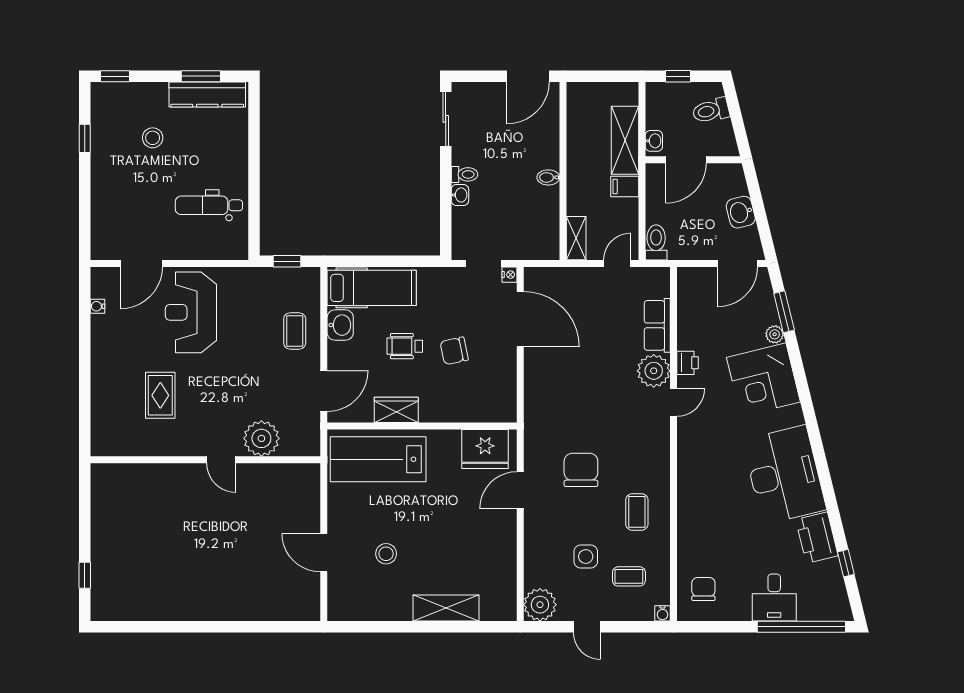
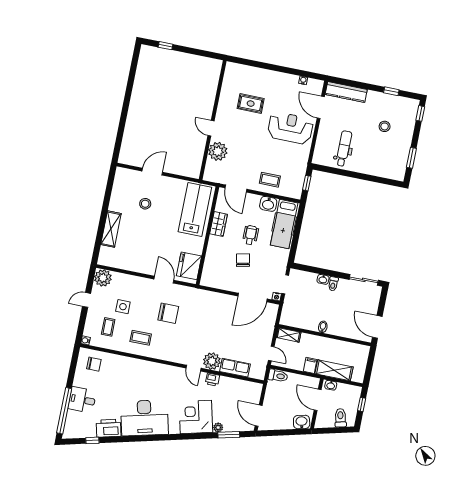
kitchen counter: (207, 95) -> (346, 92), moved, turned -90
washbasin: (741, 212) -> (302, 422), moved
door: (221, 460) -> (211, 128), hinge flipped

